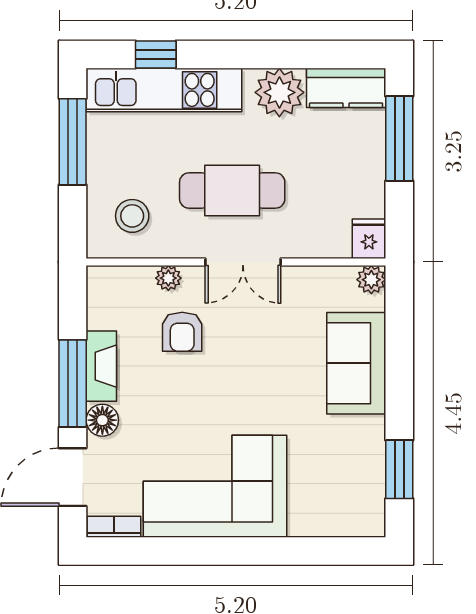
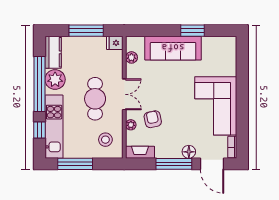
window: (269, 54) -> (40, 84), added
window: (399, 139) -> (86, 31), moved
plant: (371, 280) -> (131, 57), moved
armchair: (182, 332) -> (153, 119), turned -102
sofa: (356, 363) -> (173, 48), width x1.36
fireplace: (101, 366) -> (140, 152), moved
window: (399, 469) -> (193, 31), moved

